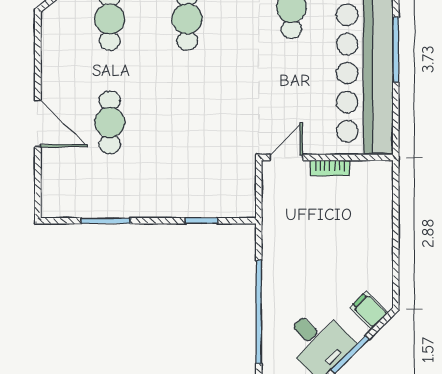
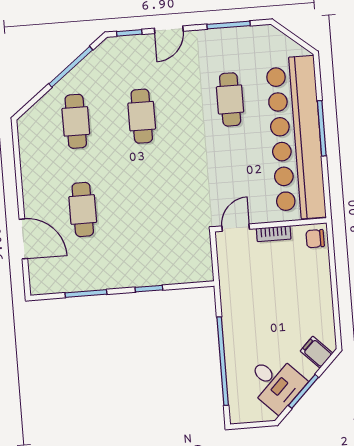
door: (38, 124) -> (23, 239), moved
chair: (378, 178) -> (315, 239), added
window: (201, 221) -> (149, 289), moved

